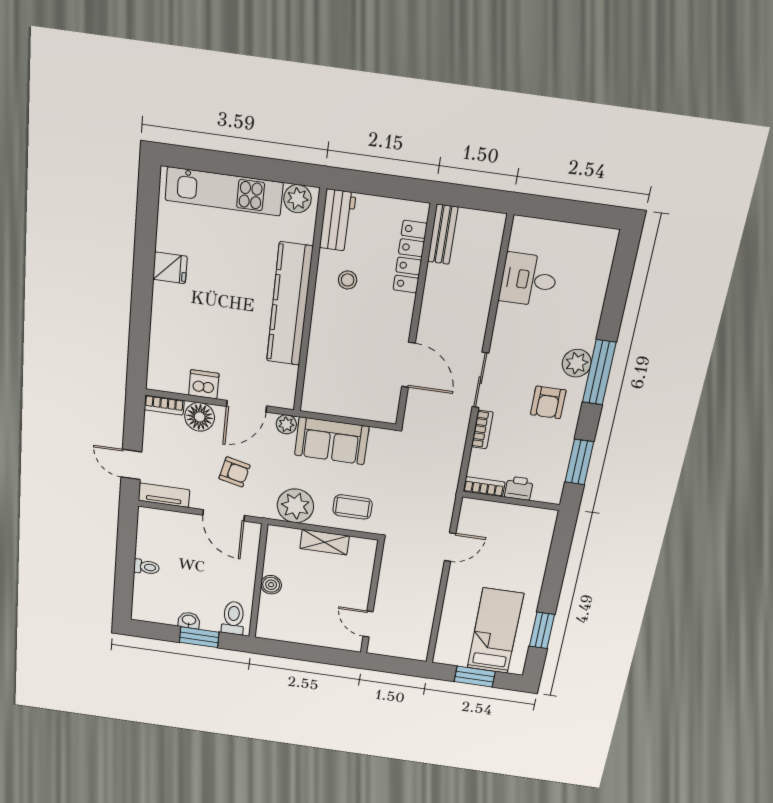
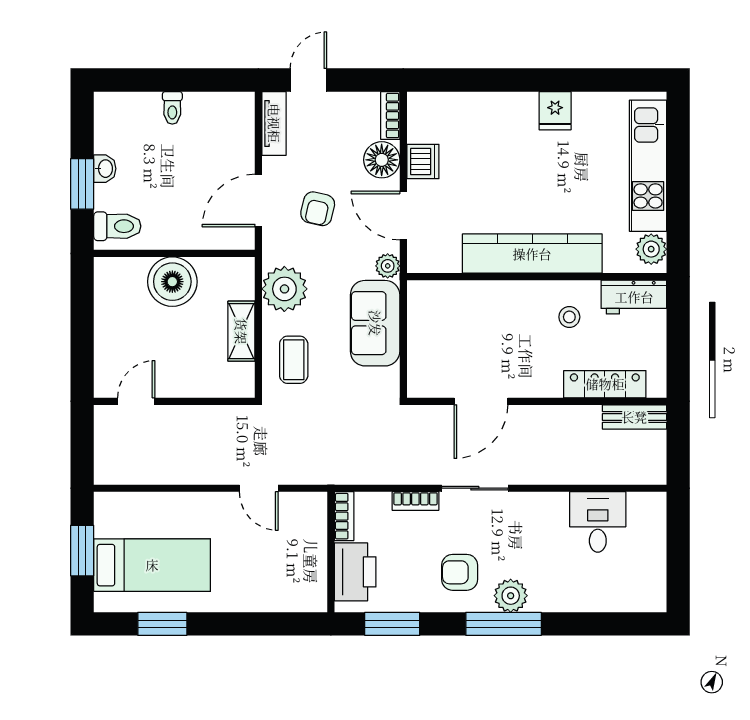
printer: (519, 488) -> (355, 572), width x1.87, depth x1.48
boiler: (271, 585) -> (172, 282), width x1.86, depth x1.86

